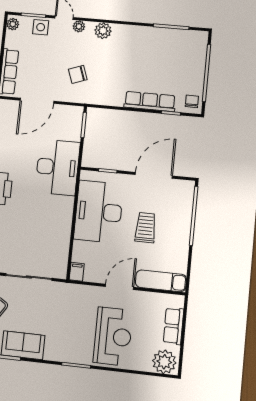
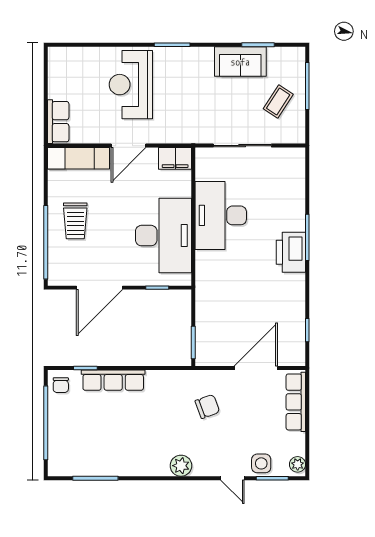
plant: (79, 26) -> (212, 469), removed
desk: (57, 167) -> (221, 215), moved
trolley: (146, 228) -> (75, 221), moved
filing cabinet: (77, 272) -> (175, 158), width x2.00
row of seats: (173, 326) -> (58, 122), moved
plant: (164, 362) -> (65, 61), removed

